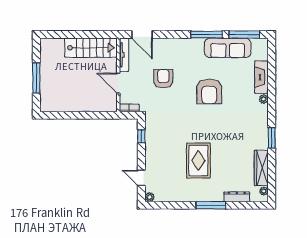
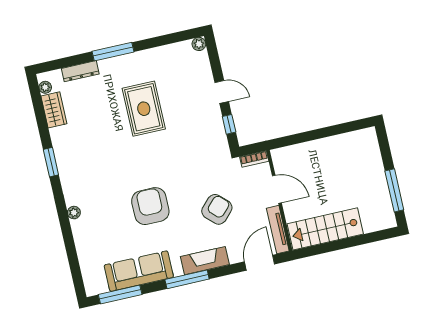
door: (142, 35) -> (259, 263), hinge flipped
window: (207, 35) -> (187, 279), moved
fireplace: (261, 77) -> (205, 261), moved, turned -90
window: (36, 78) -> (394, 190), moved
armchair: (163, 79) -> (217, 209), turned -136
wardrobe: (261, 168) -> (54, 110), width x0.67
door: (141, 178) -> (222, 92), moved

